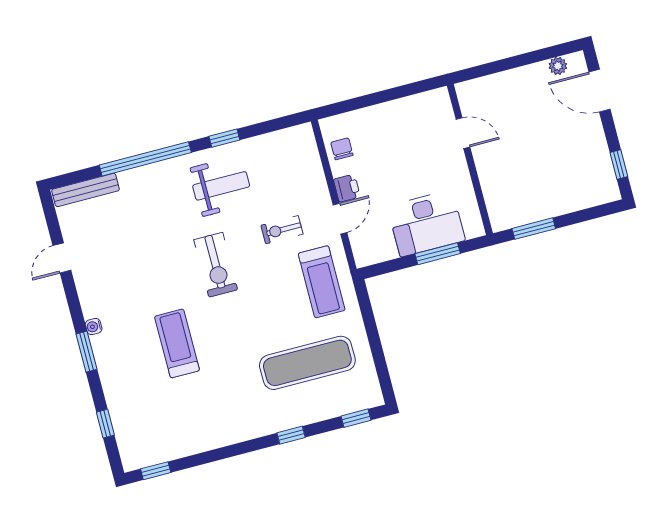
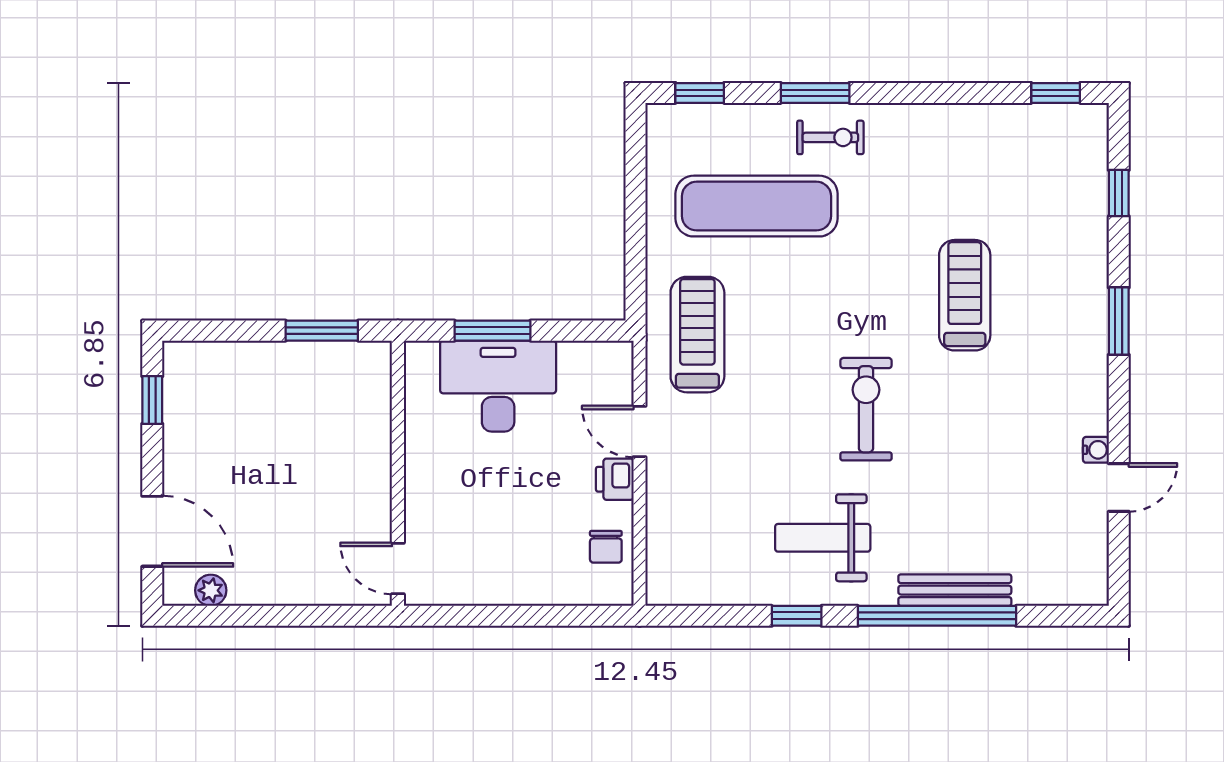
door: (463, 133) -> (398, 568), moved
bench: (86, 190) -> (955, 590), moved
door: (340, 219) -> (639, 431), hinge flipped
exercise bike: (282, 230) -> (830, 137), moved
water cooler: (94, 326) -> (1096, 450), moved
treadmill: (177, 343) -> (965, 295), turned 180
window: (291, 435) -> (815, 93), width x1.50

